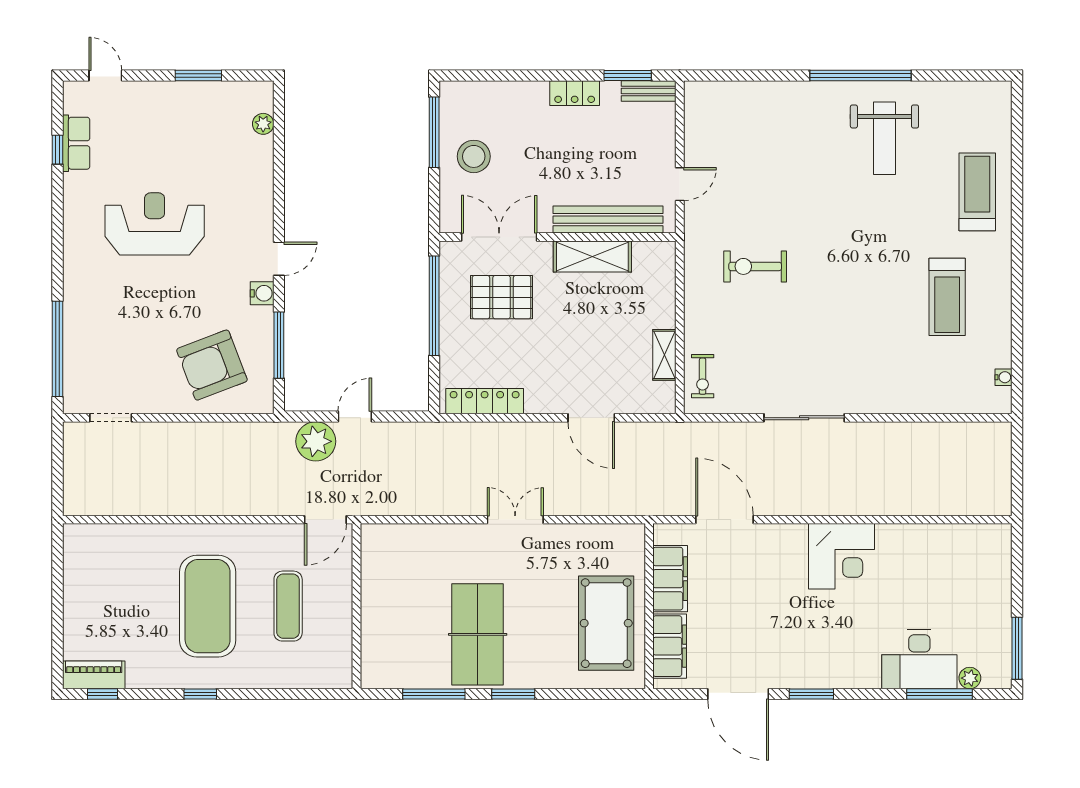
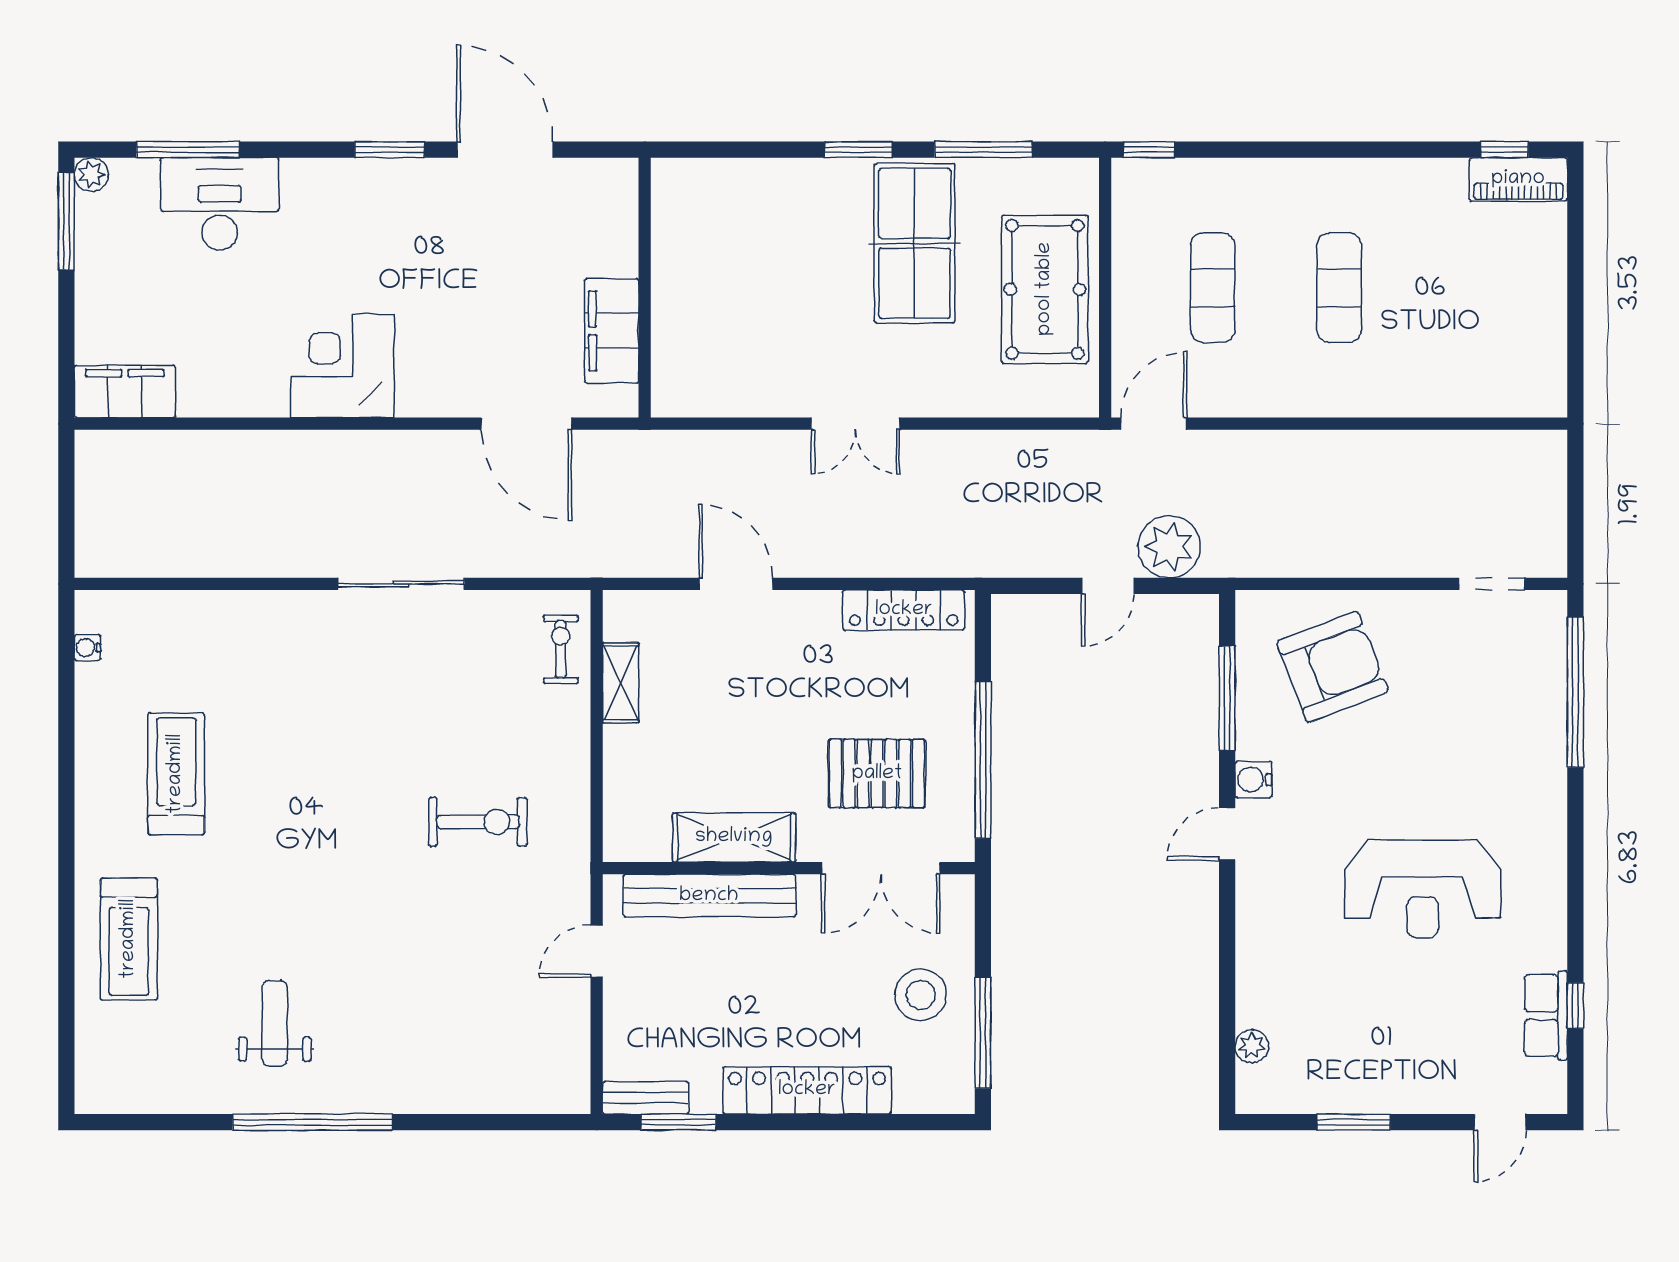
door: (105, 75) -> (1500, 1122), hinge flipped
locker: (575, 93) -> (807, 1090), width x2.16, depth x1.21
weight bench: (884, 138) -> (275, 1023), width x0.73, depth x0.75
exercise mat: (208, 606) -> (1339, 288), width x0.50, depth x0.69
pool table: (606, 623) -> (1045, 289), moved
filing cabinet: (670, 646) -> (125, 392), moved, turned 90
plant: (970, 678) -> (91, 175), moved
window: (200, 694) -> (1149, 150), moved

